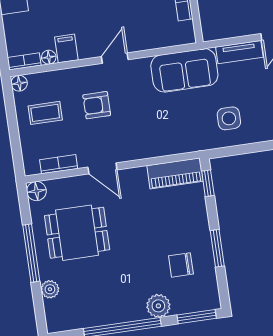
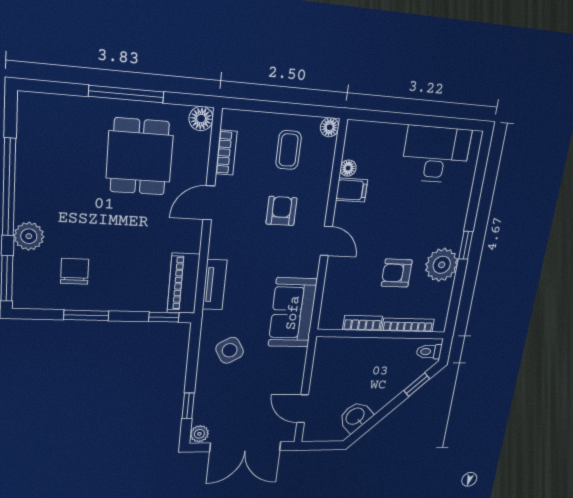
tv unit: (239, 52) -> (215, 285), moved, turned 180
bookcase: (24, 61) -> (352, 139), removed
side table: (229, 118) -> (230, 350), turned -30
plant: (50, 289) -> (75, 107), removed

